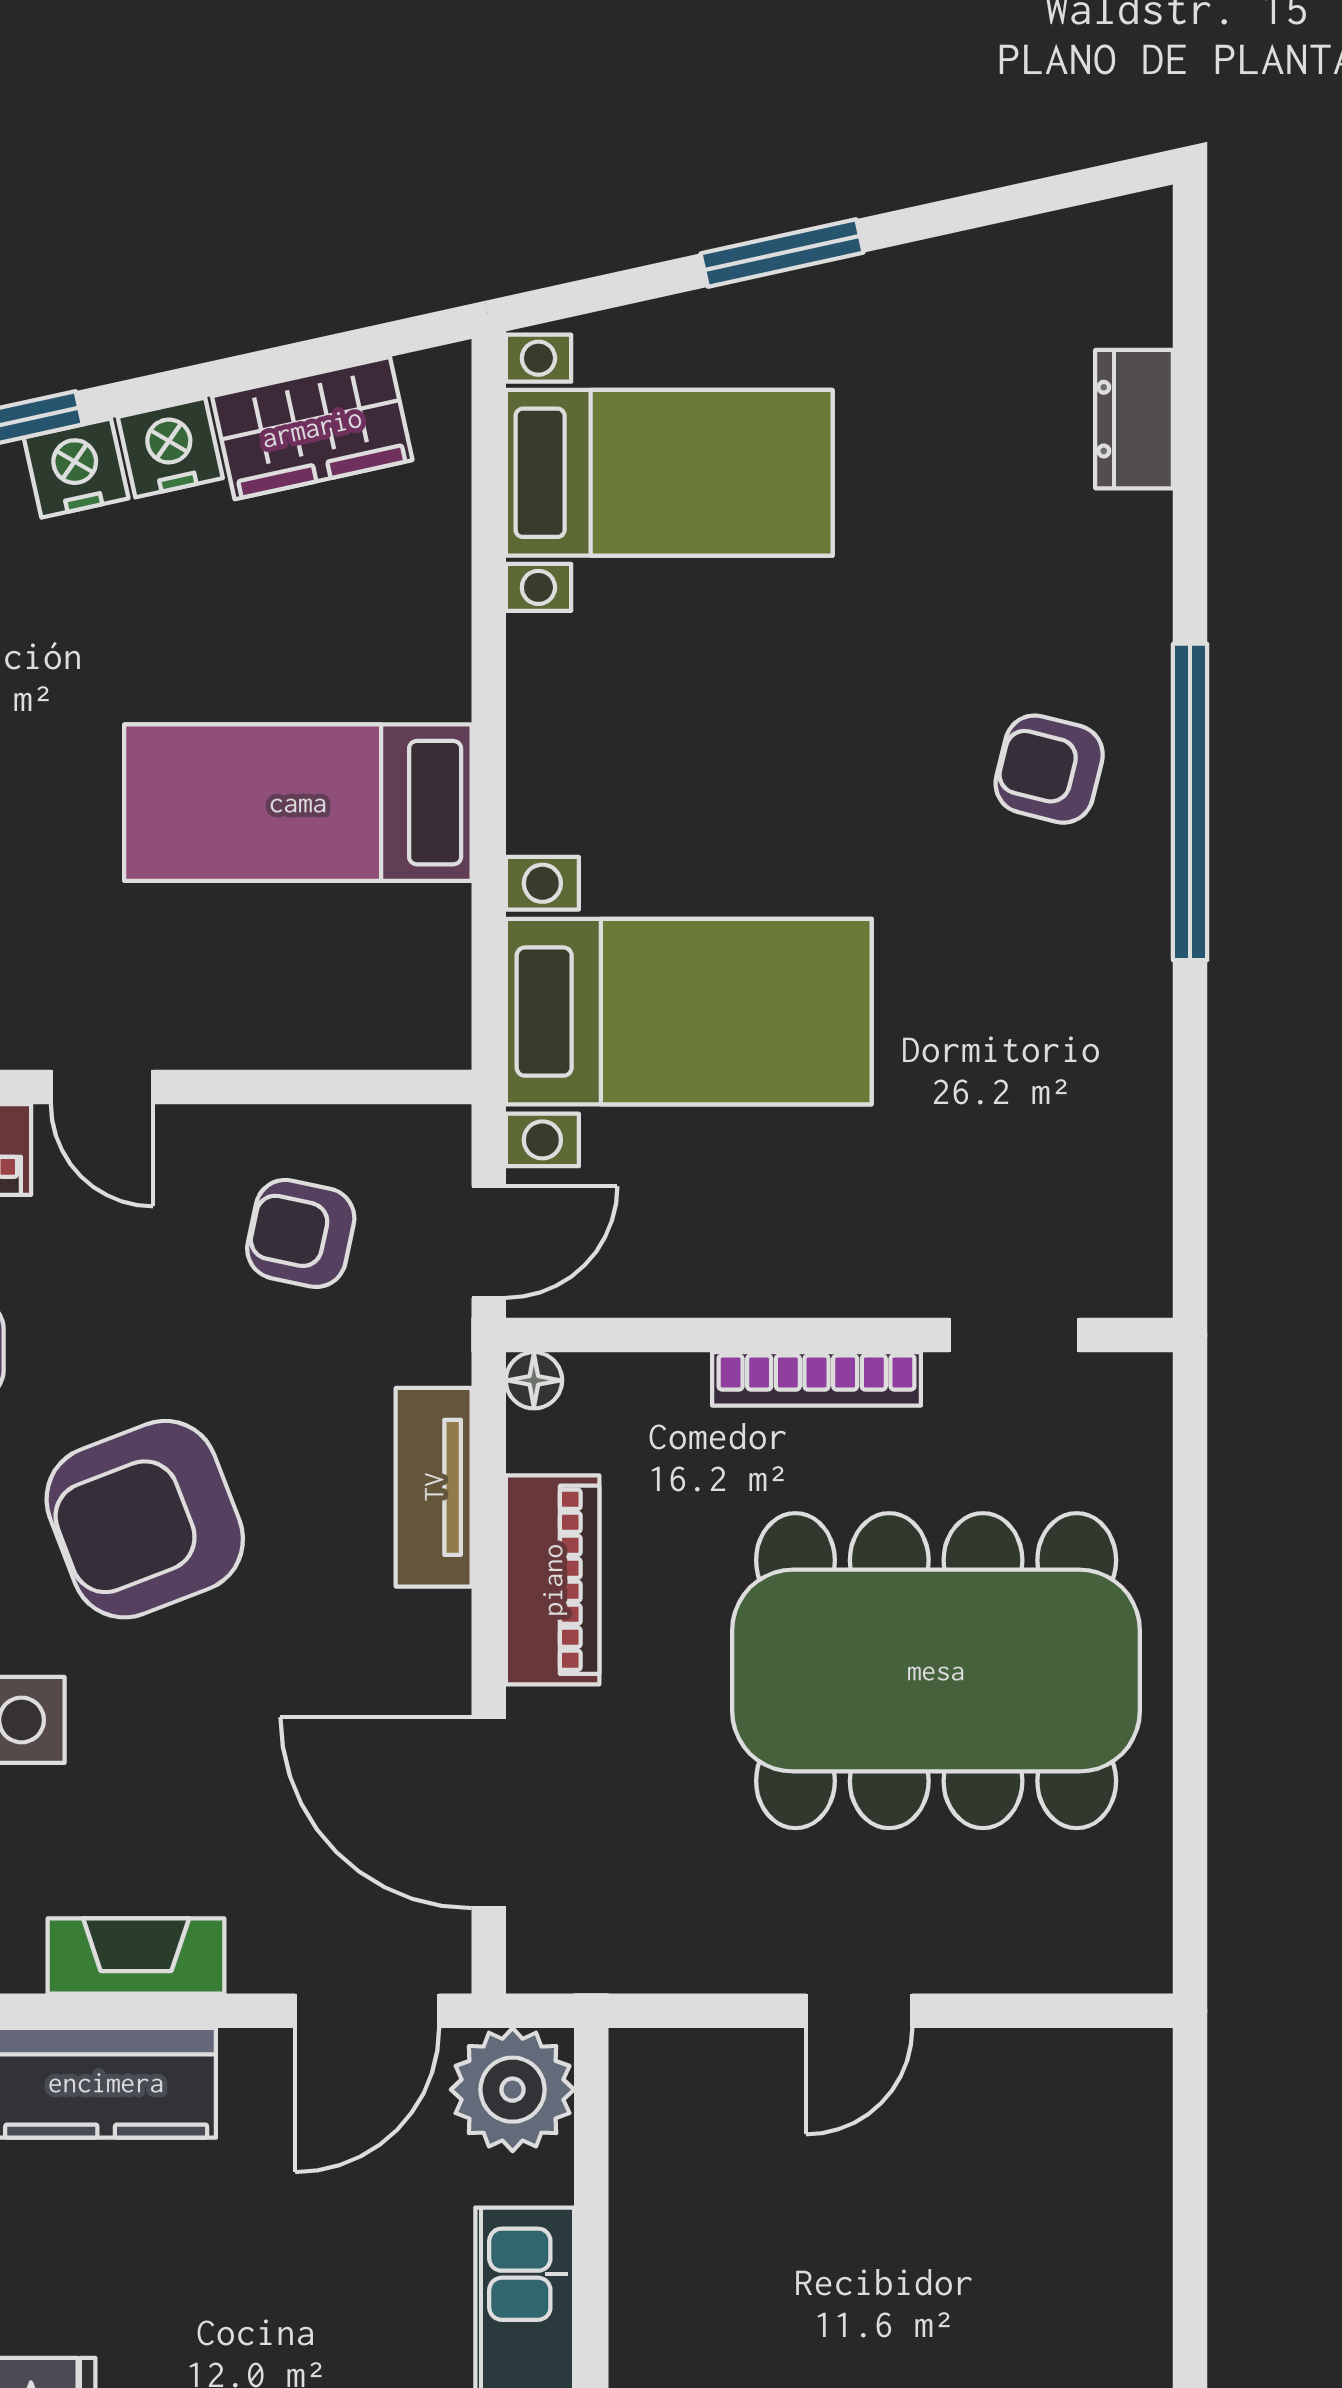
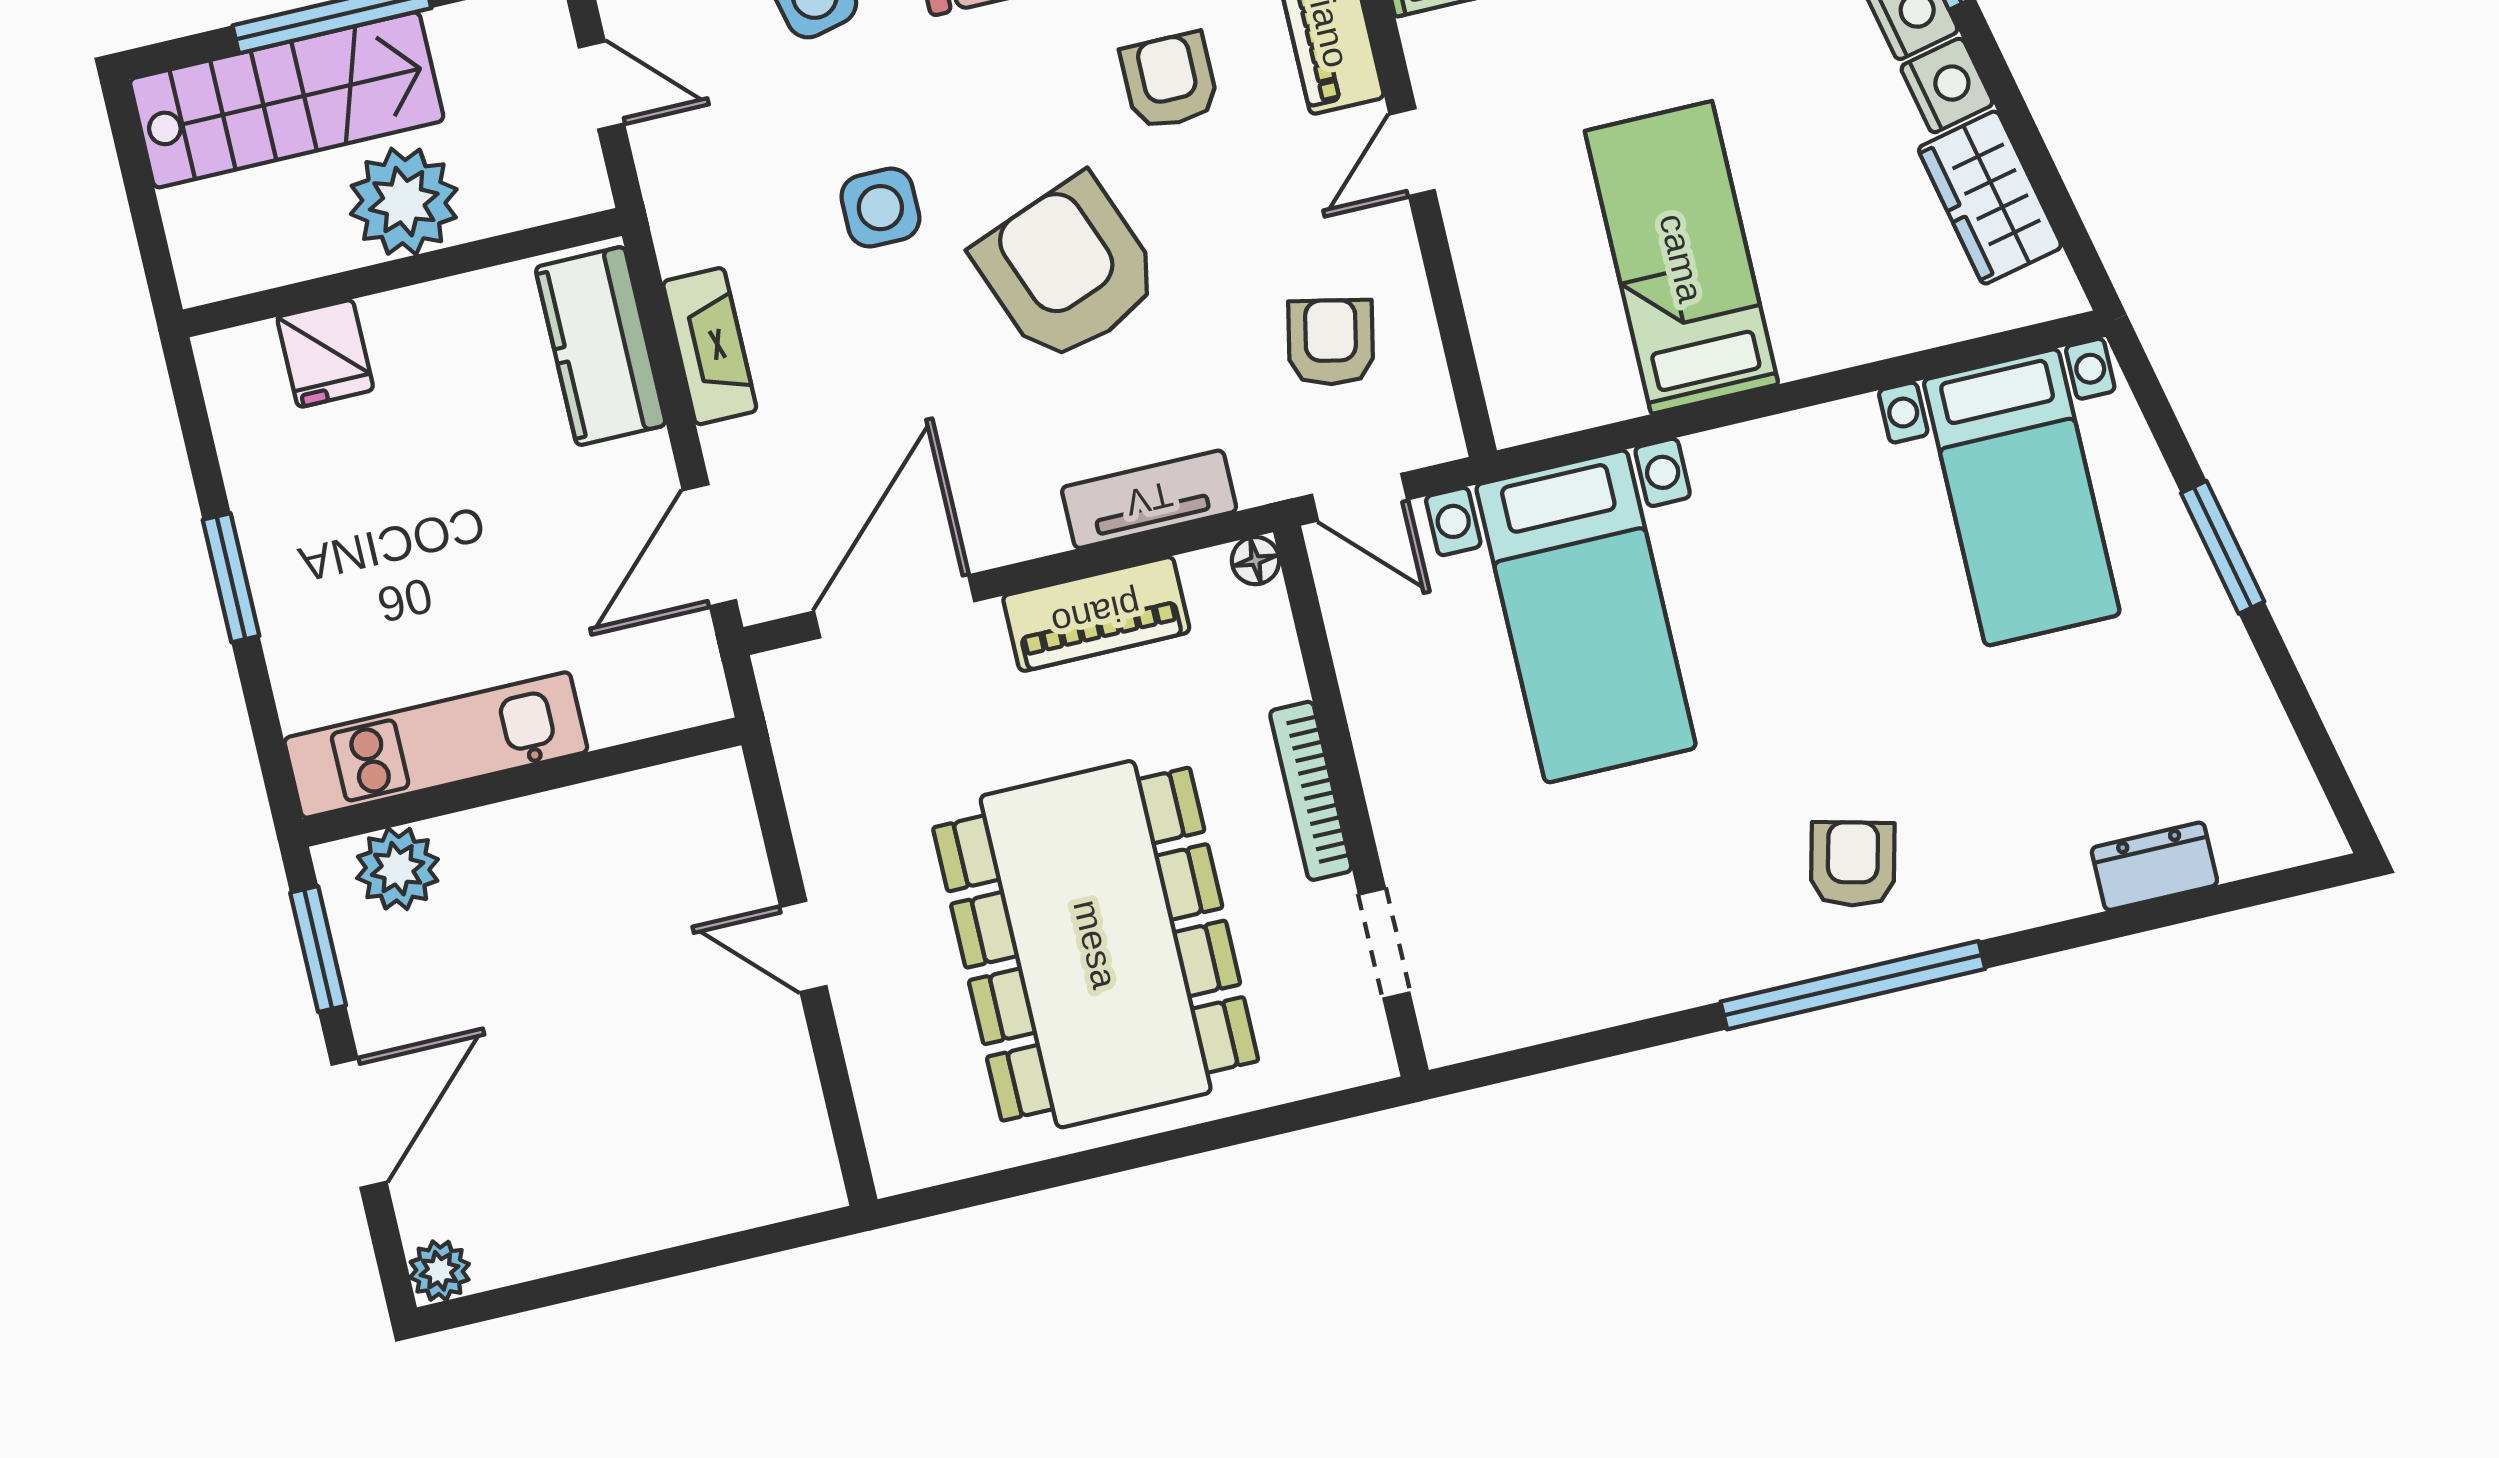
door: (367, 2011) -> (709, 545), hinge flipped
plant: (513, 2090) -> (673, 679), removed

